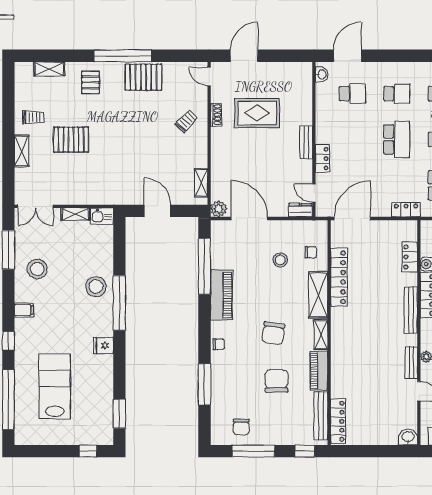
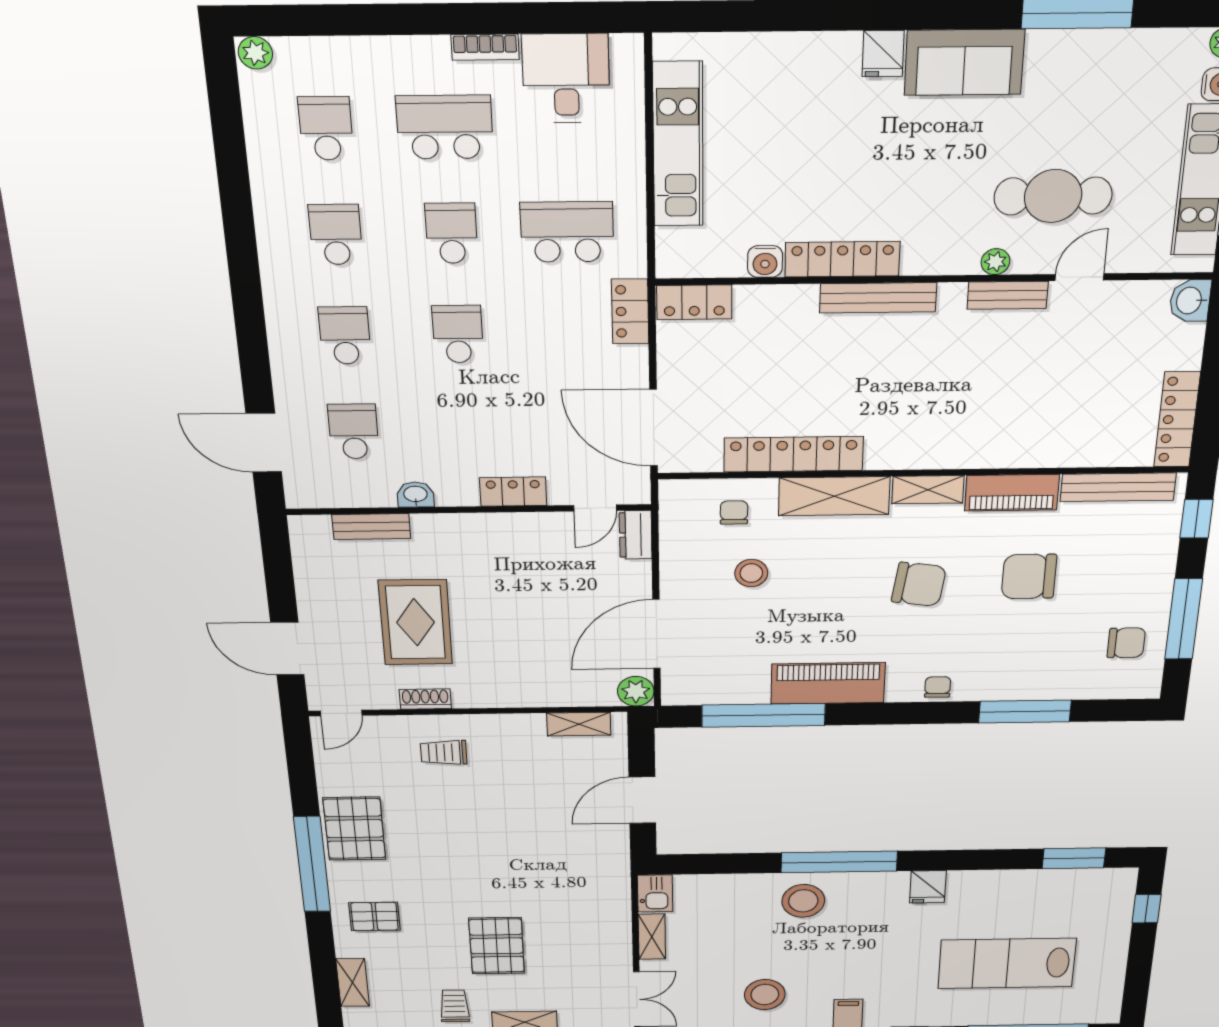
washbasin: (322, 74) -> (415, 495), moved
trolley: (186, 121) -> (444, 753), turned -43
school desk: (397, 139) -> (458, 334), width x0.54
bench: (306, 143) -> (371, 527), moved
locker: (410, 257) -> (694, 302), moved
locker: (338, 421) -> (1177, 420), moved, turned -90

